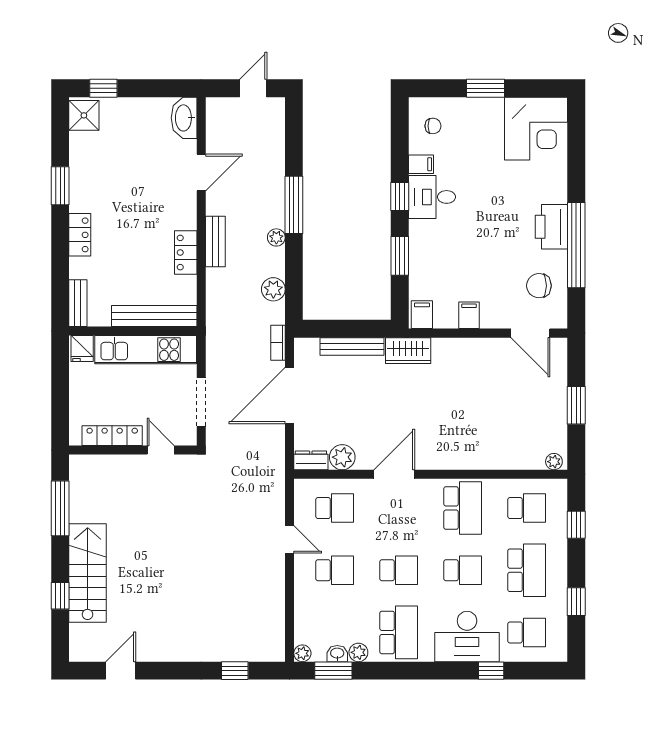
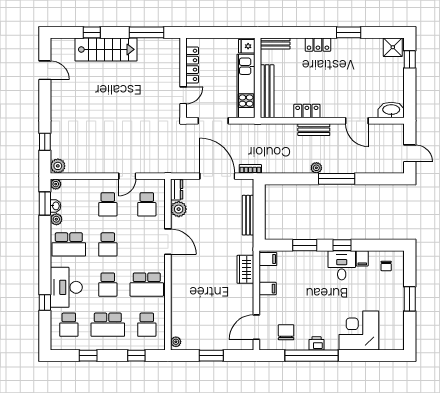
corner desk: (536, 129) -> (359, 330), moved, turned 90
printer: (551, 227) -> (317, 343), width x0.53, depth x0.68
plant: (273, 289) -> (58, 166), moved
wardrobe: (408, 351) -> (245, 269), moved

